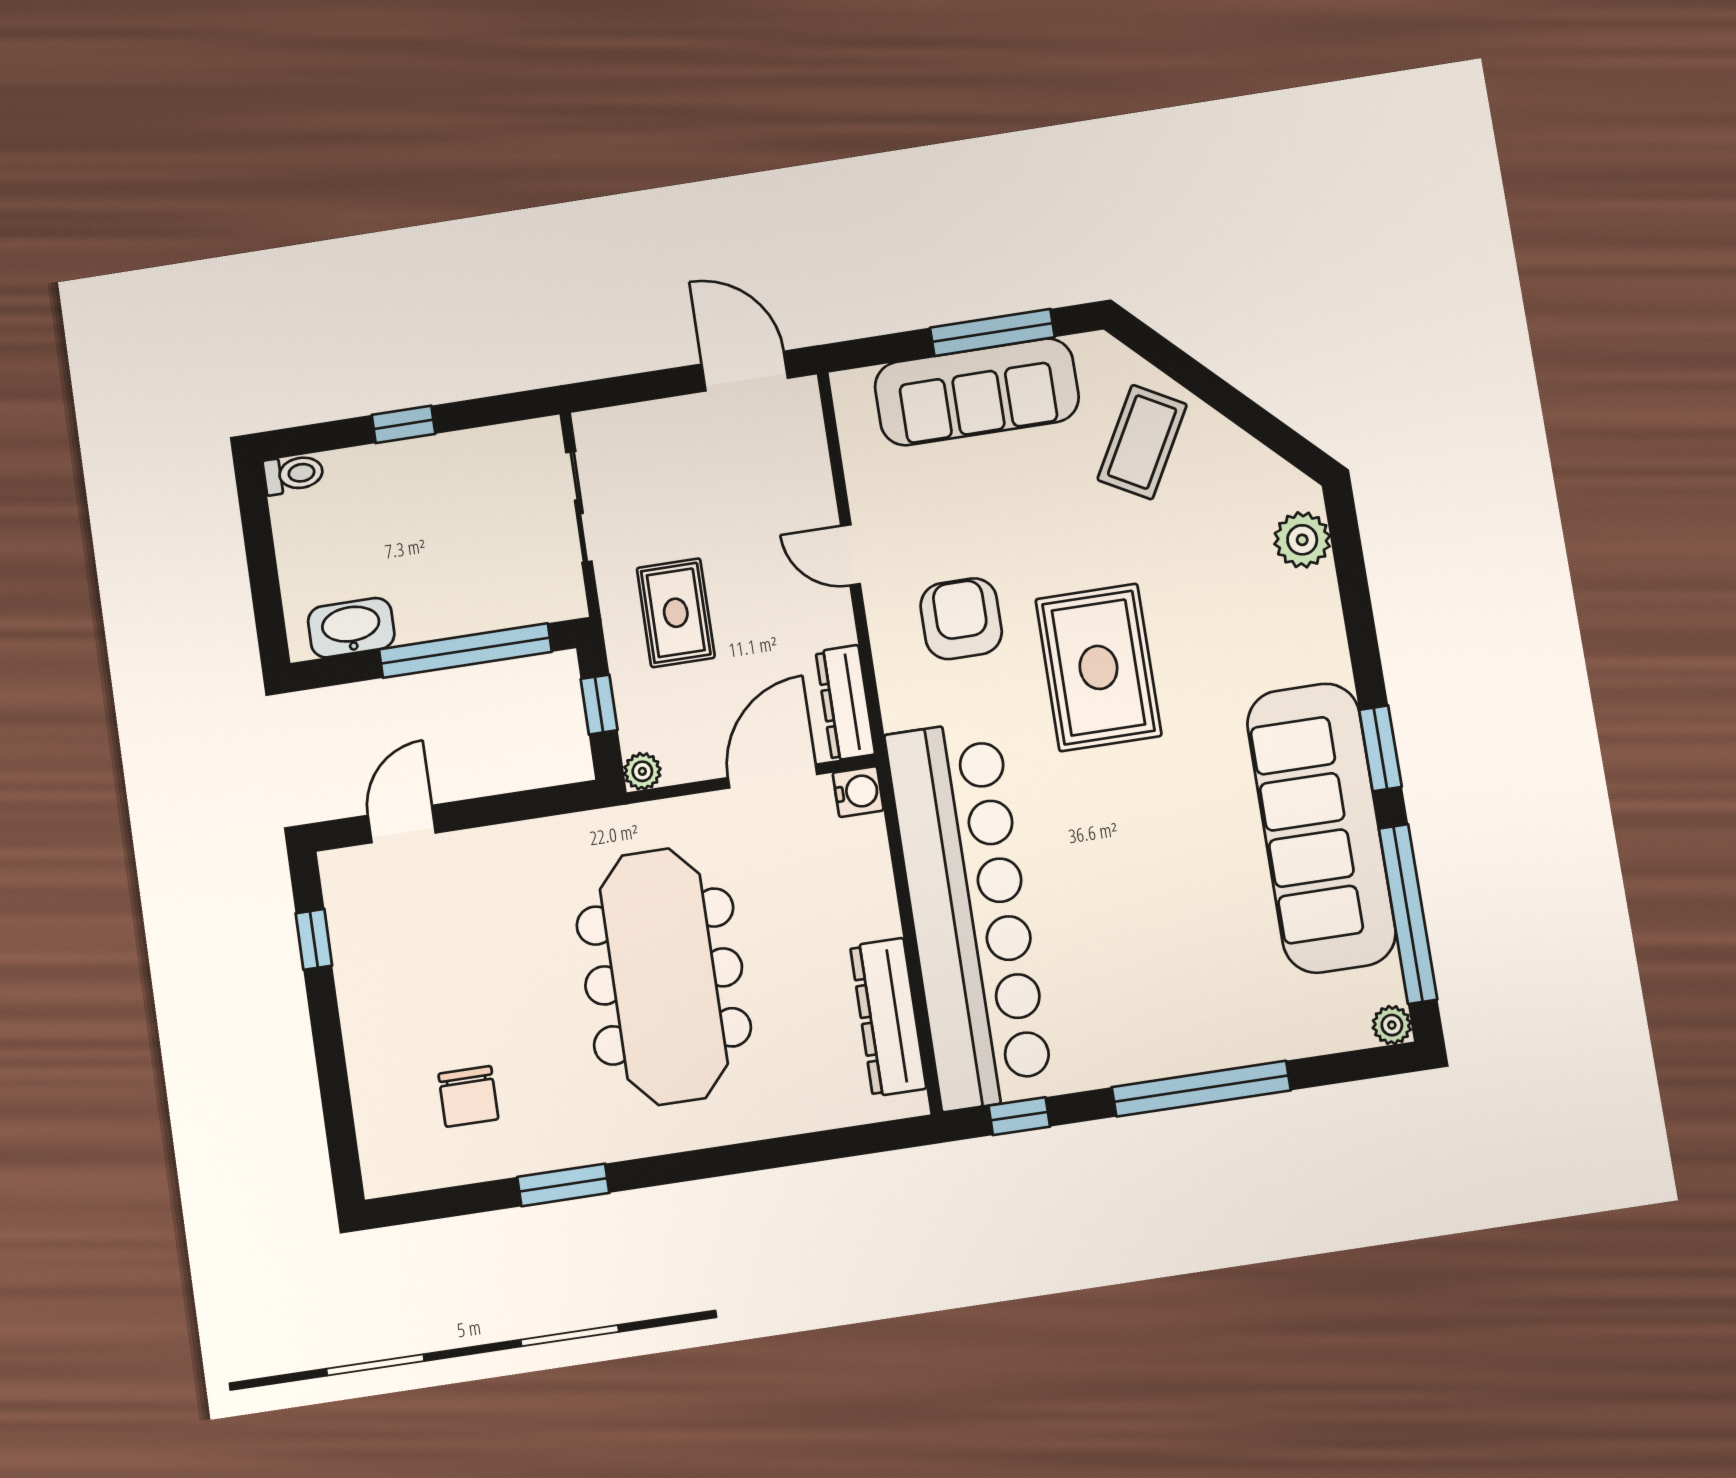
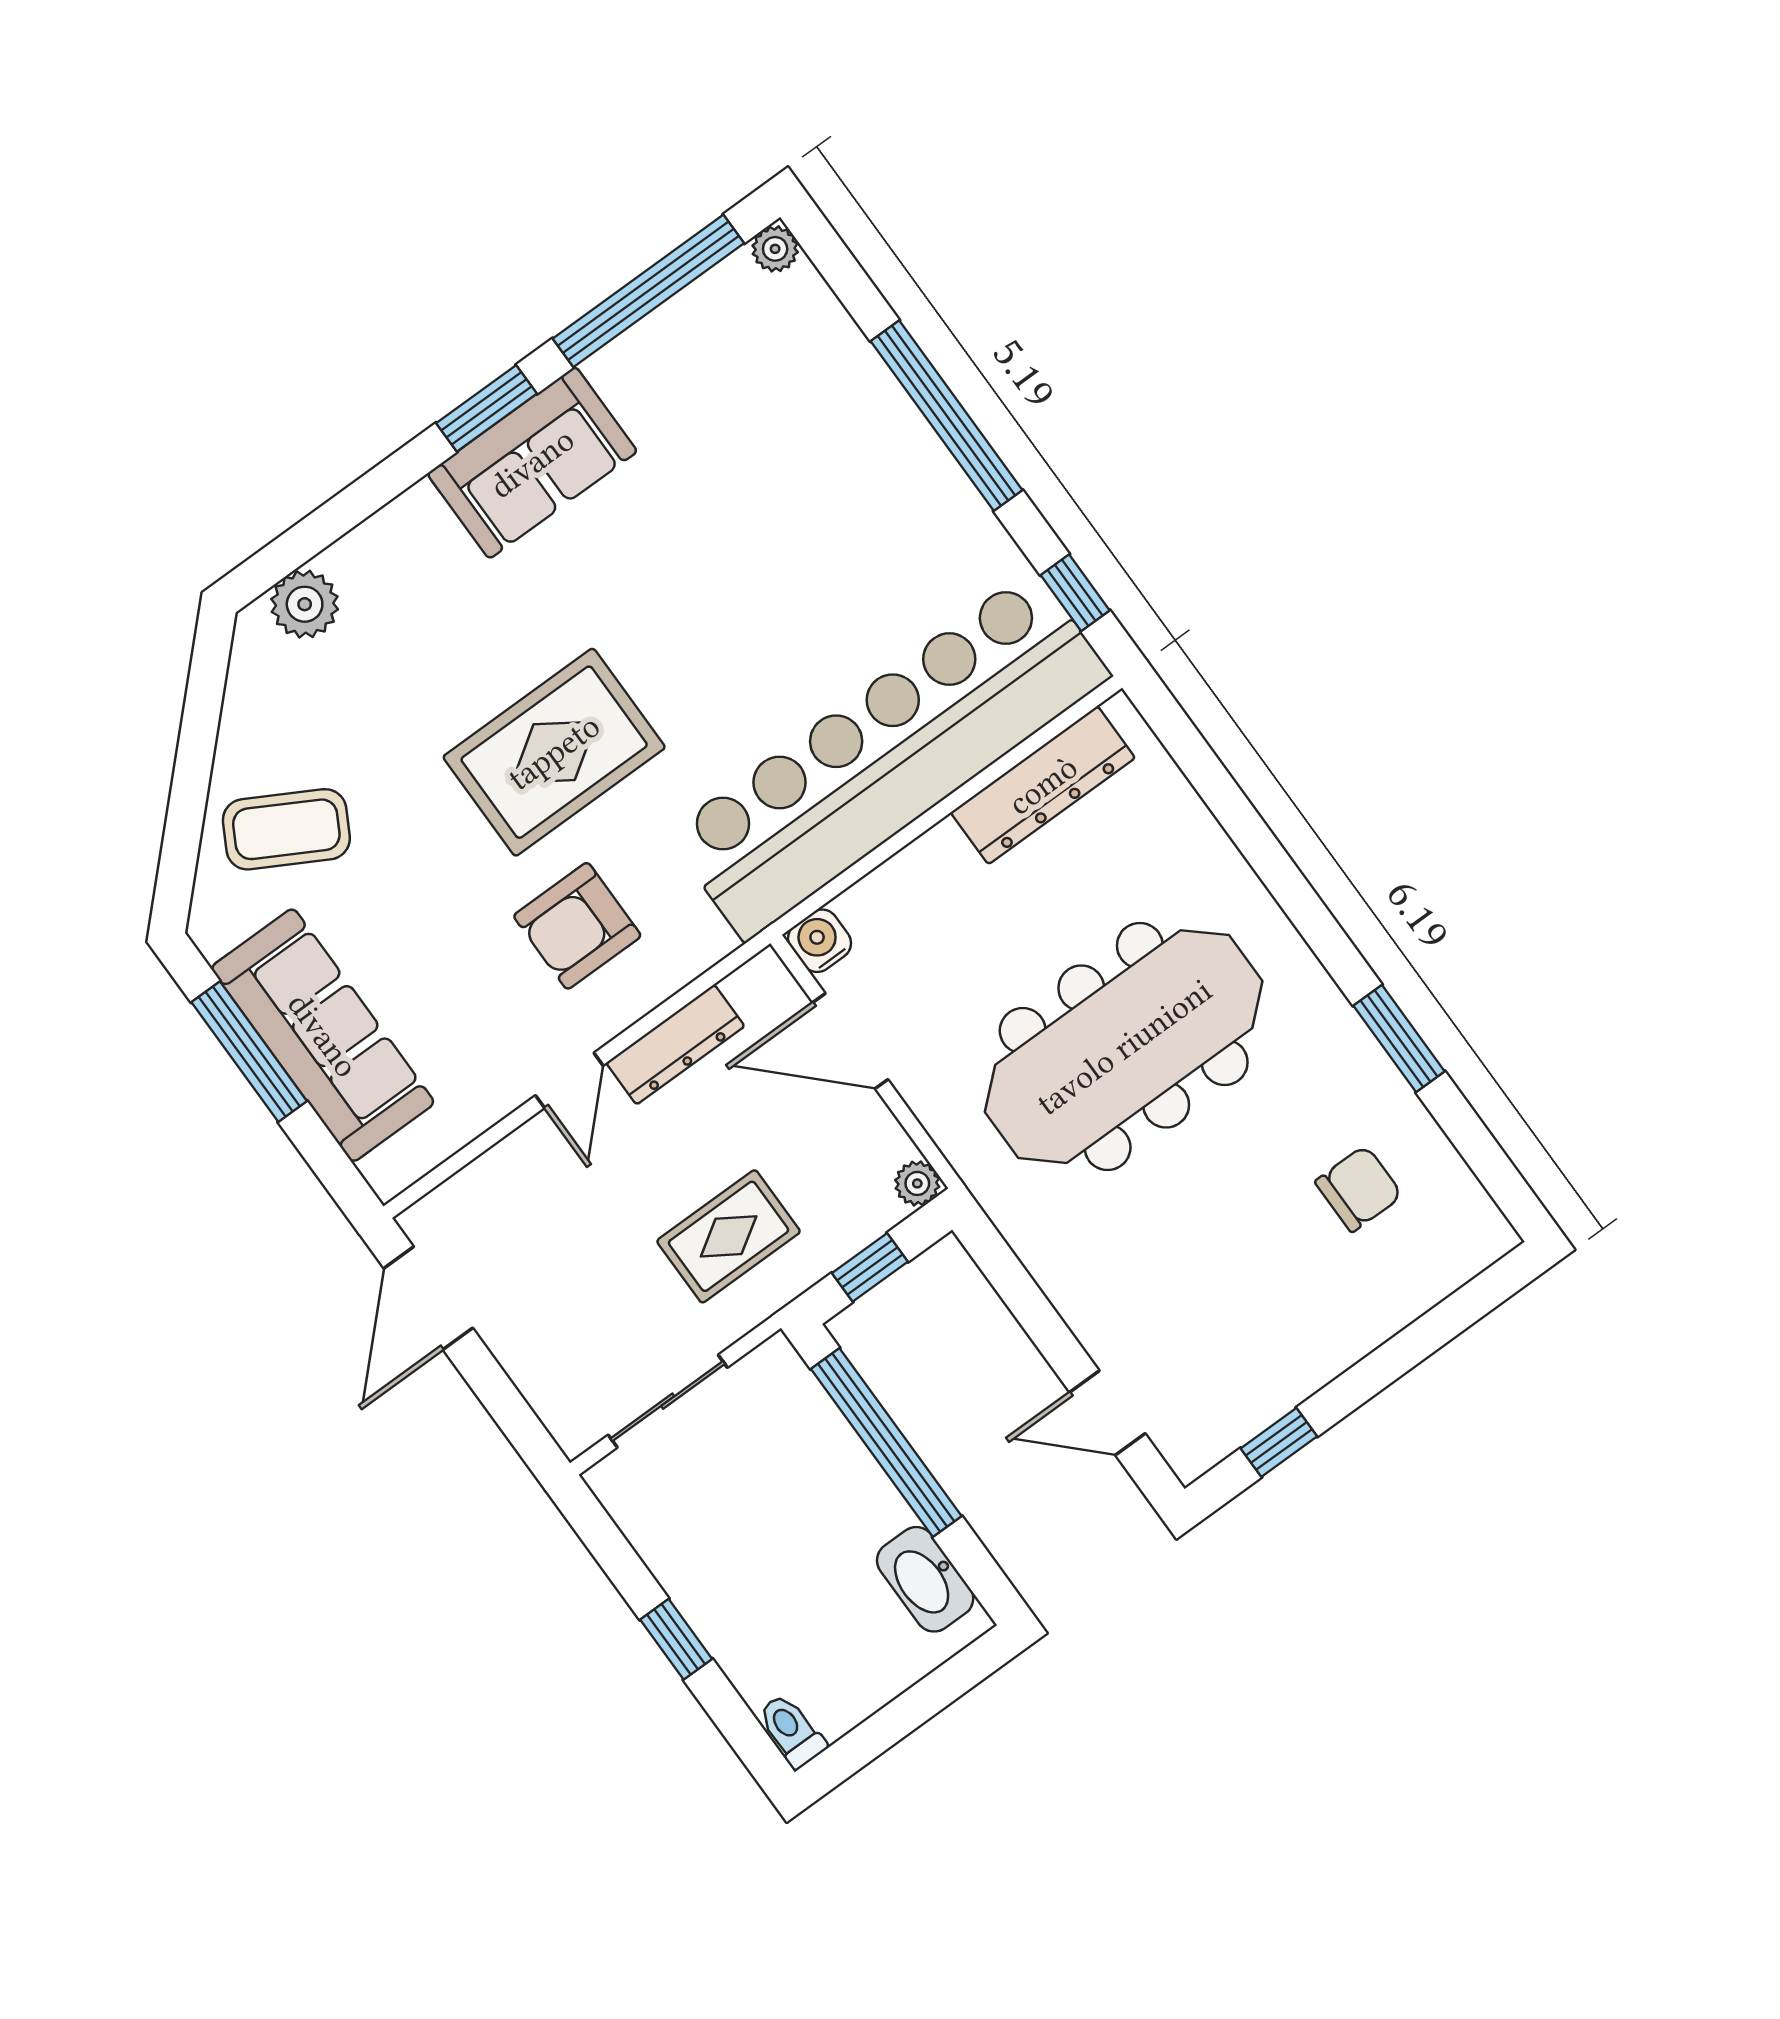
dresser: (845, 703) -> (675, 1045), moved
sofa: (1321, 828) -> (532, 463), width x0.54, depth x0.79

